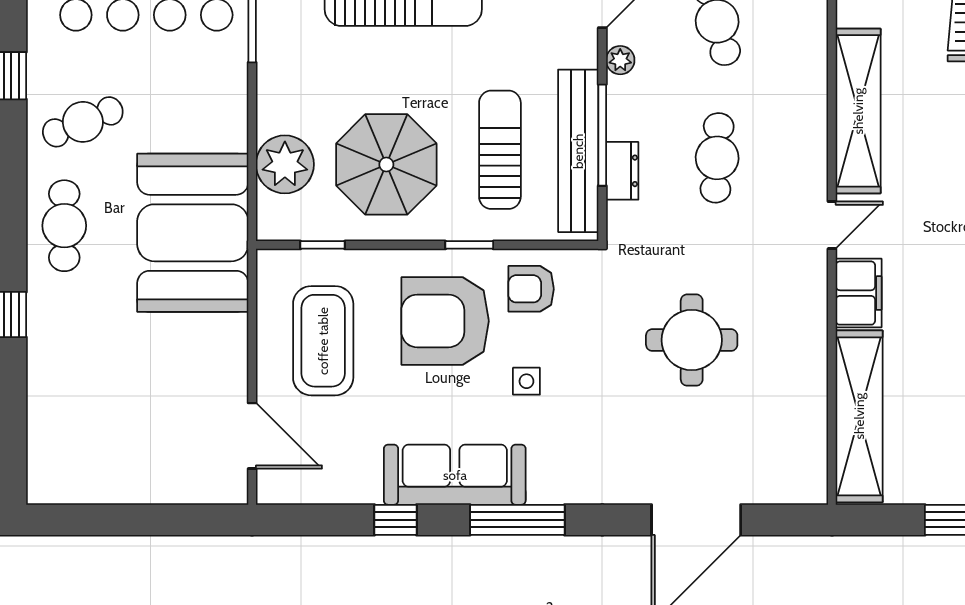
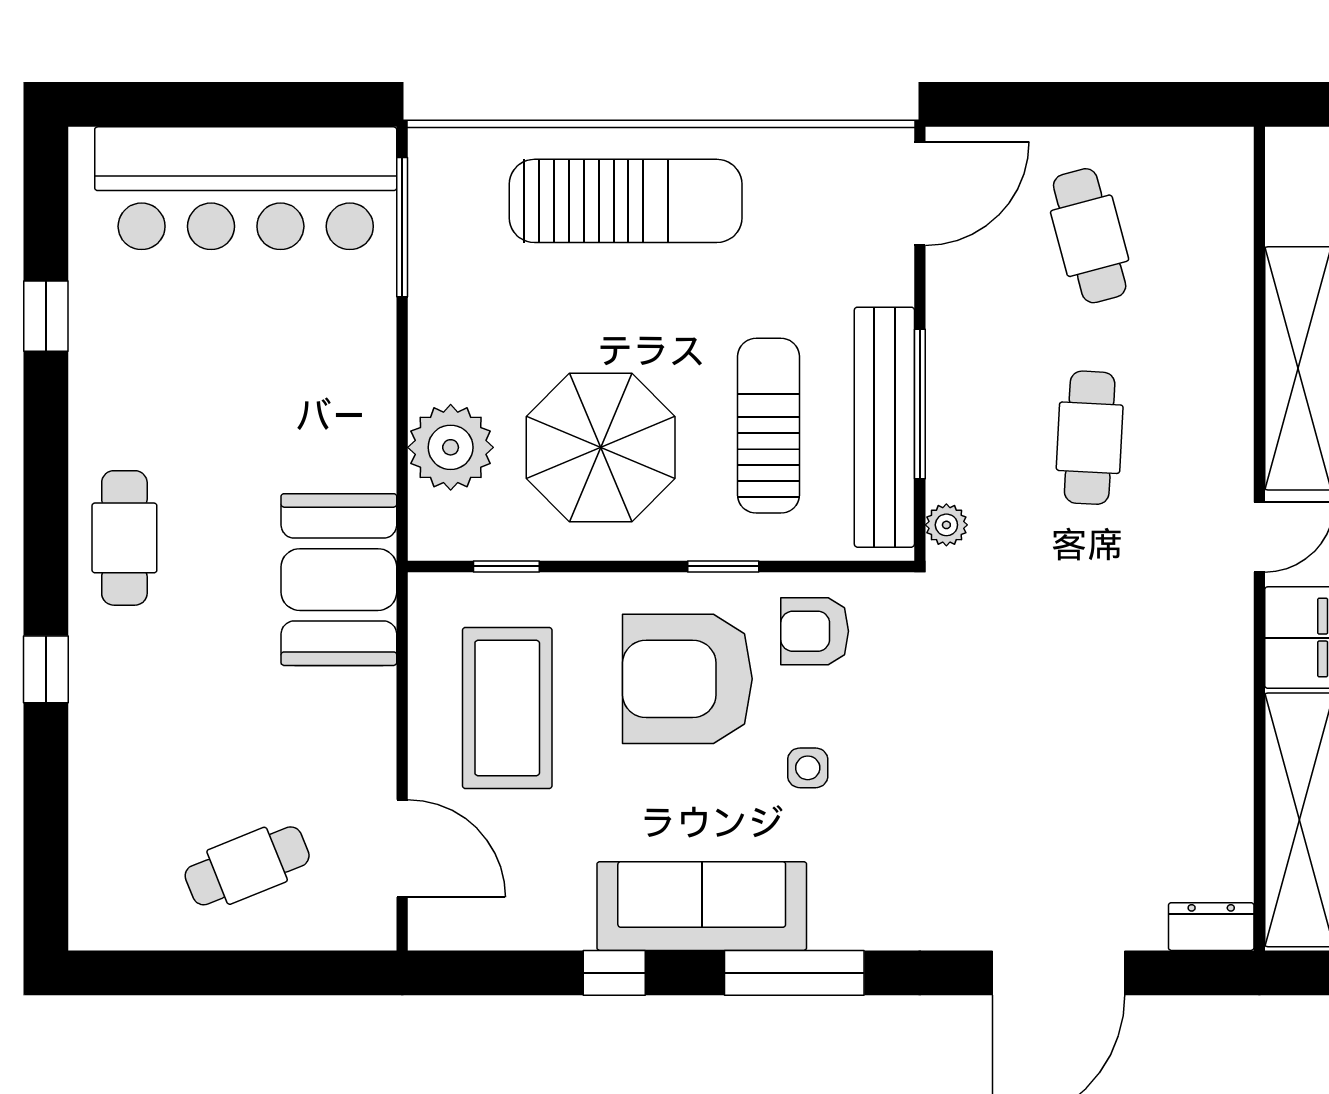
plant: (620, 60) -> (946, 525), moved
cafe table: (83, 122) -> (247, 866), moved
dresser: (622, 171) -> (1211, 927), moved, turned -90
booth: (193, 233) -> (339, 580), width x0.73, depth x0.70
round table: (692, 340) -> (1052, 707), removed

